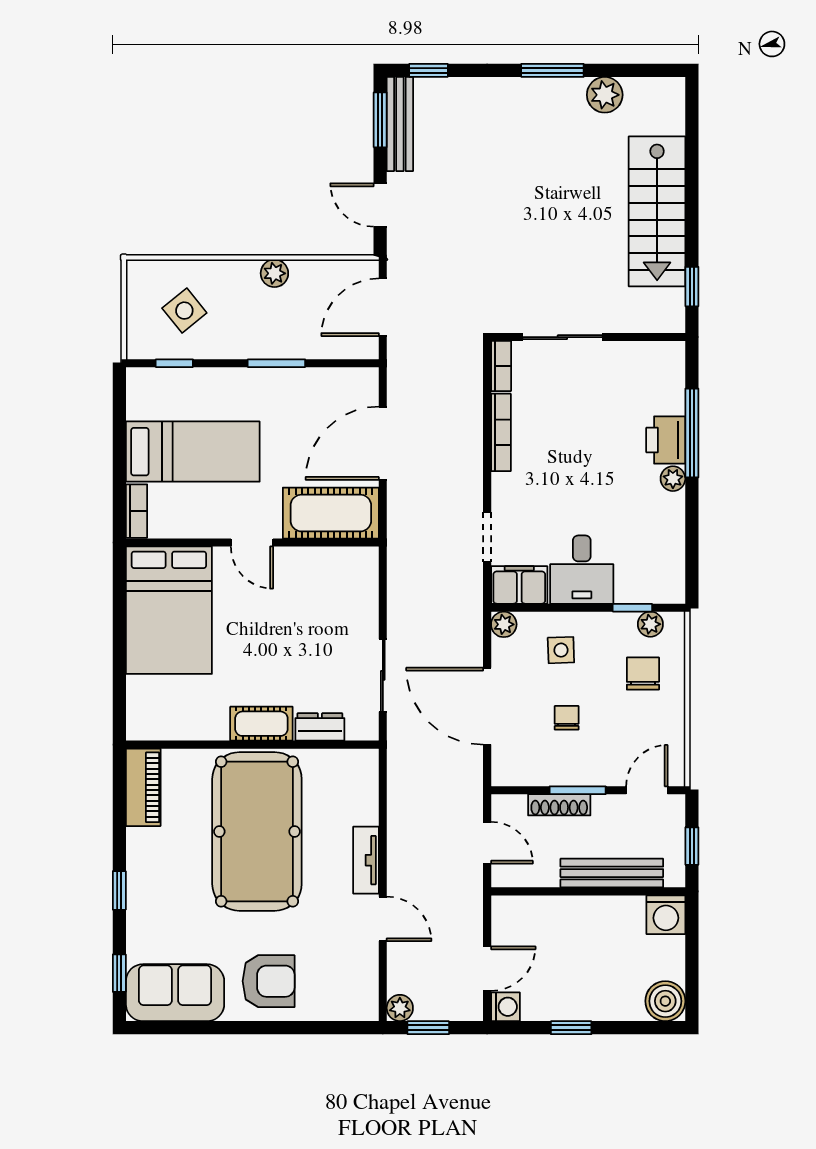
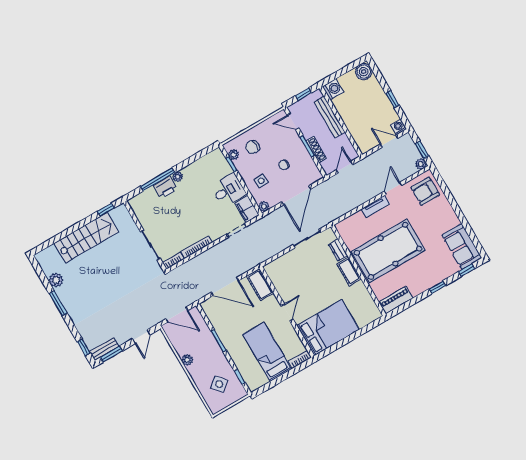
bench: (400, 124) -> (104, 349), width x0.73
cot: (331, 513) -> (260, 285), width x0.73, depth x0.75
armchair: (269, 981) -> (425, 191), moved, turned -90

